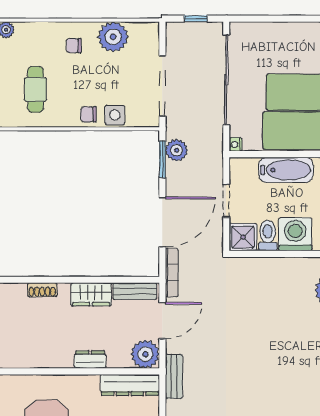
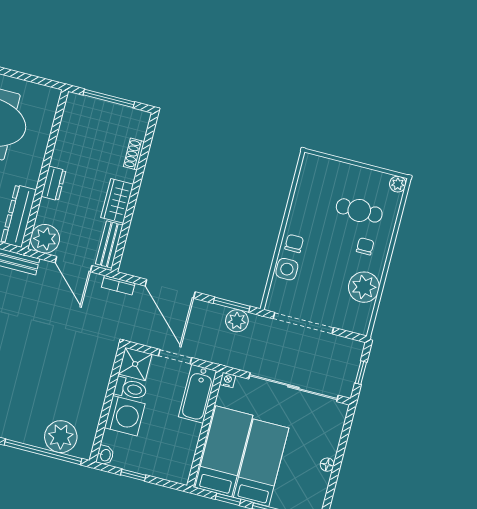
floor lamp: (292, 28) -> (327, 465), added
cafe table: (36, 89) -> (359, 210), moved
bathtub: (286, 170) -> (198, 394), moved
bookcase: (172, 273) -> (118, 285), width x0.64

